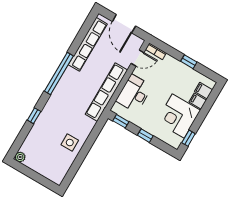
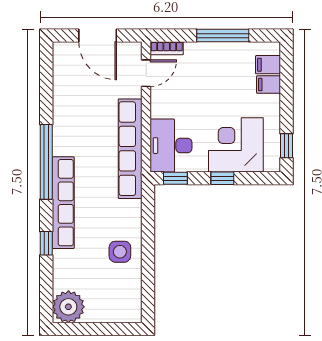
row of seats: (88, 44) -> (63, 203), moved
window: (189, 62) -> (223, 36), width x2.17
desk: (134, 93) -> (171, 146), moved
corner desk: (178, 116) -> (236, 145), moved, turned 90
plant: (20, 157) -> (68, 307), width x1.87, depth x1.87

